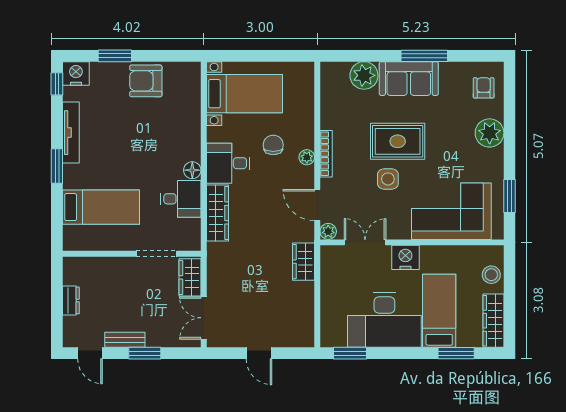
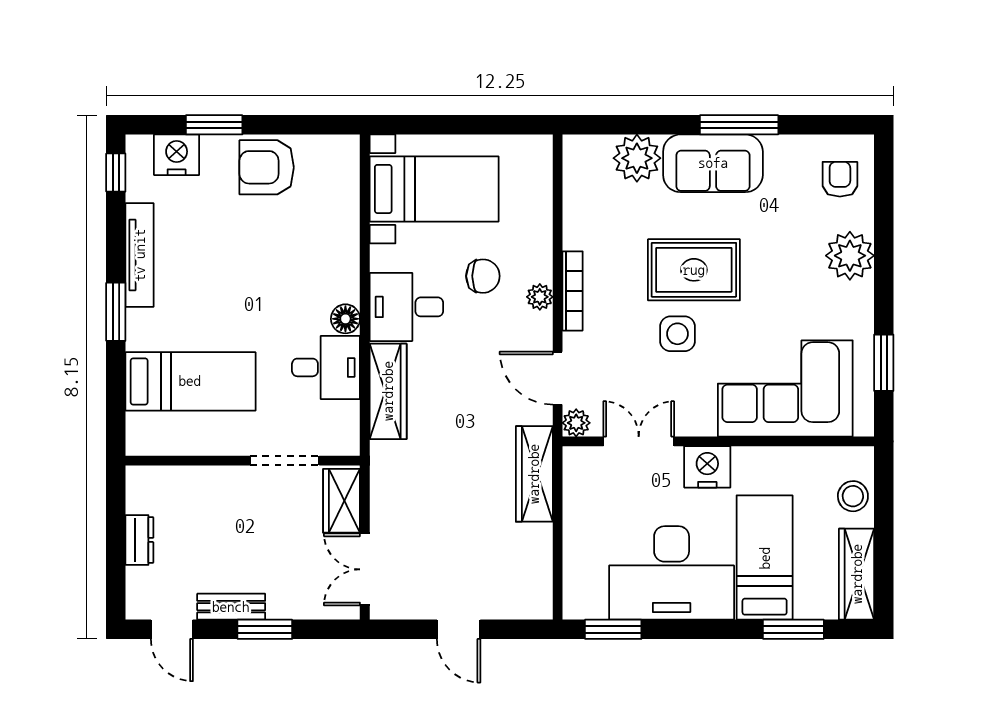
nightstand: (76, 74) -> (177, 155), moved
chair: (273, 145) -> (483, 276), turned 90
wardrobe: (304, 262) -> (534, 474), width x1.50

